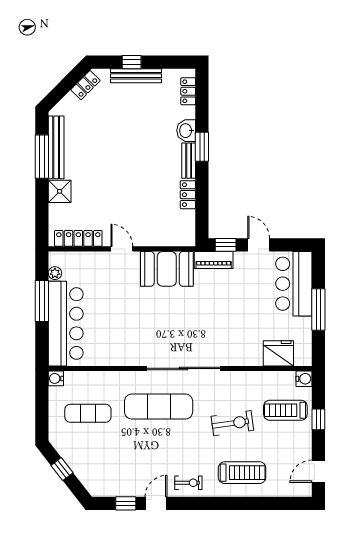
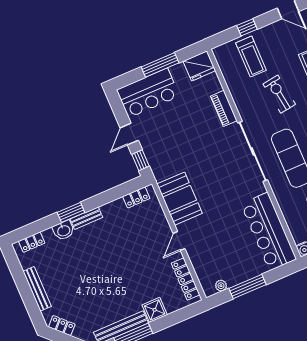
window: (132, 62) -> (28, 297), removed
locker: (188, 195) -> (136, 197), moved
piano: (214, 260) -> (224, 108), moved, turned 180
bar counter: (66, 324) -> (269, 231), moved, turned -90
fridge: (278, 353) -> (199, 66), moved, turned -90
water cooler: (304, 379) -> (220, 53), removed

